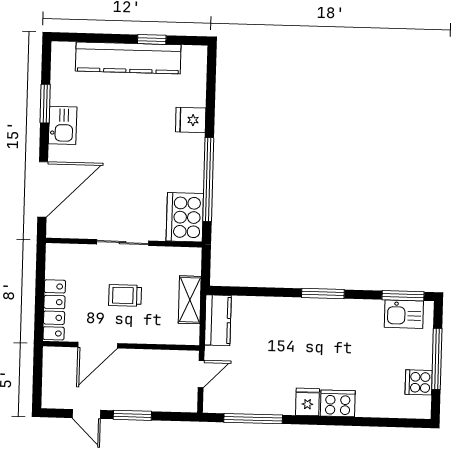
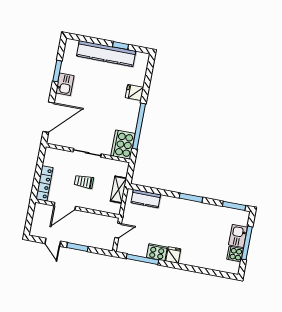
kitchen sink: (404, 314) -> (238, 236), moved, turned 90
kitchen counter: (218, 320) -> (146, 199), moved, turned 90
cooker: (338, 403) -> (157, 252), moved

